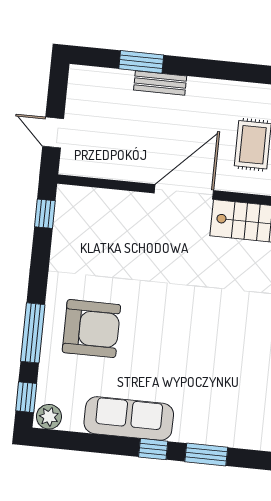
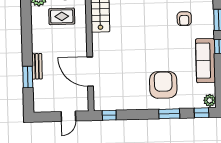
door: (184, 192) -> (90, 72), moved
window: (33, 333) -> (169, 114), width x0.69
armchair: (217, 387) -> (184, 19), added

